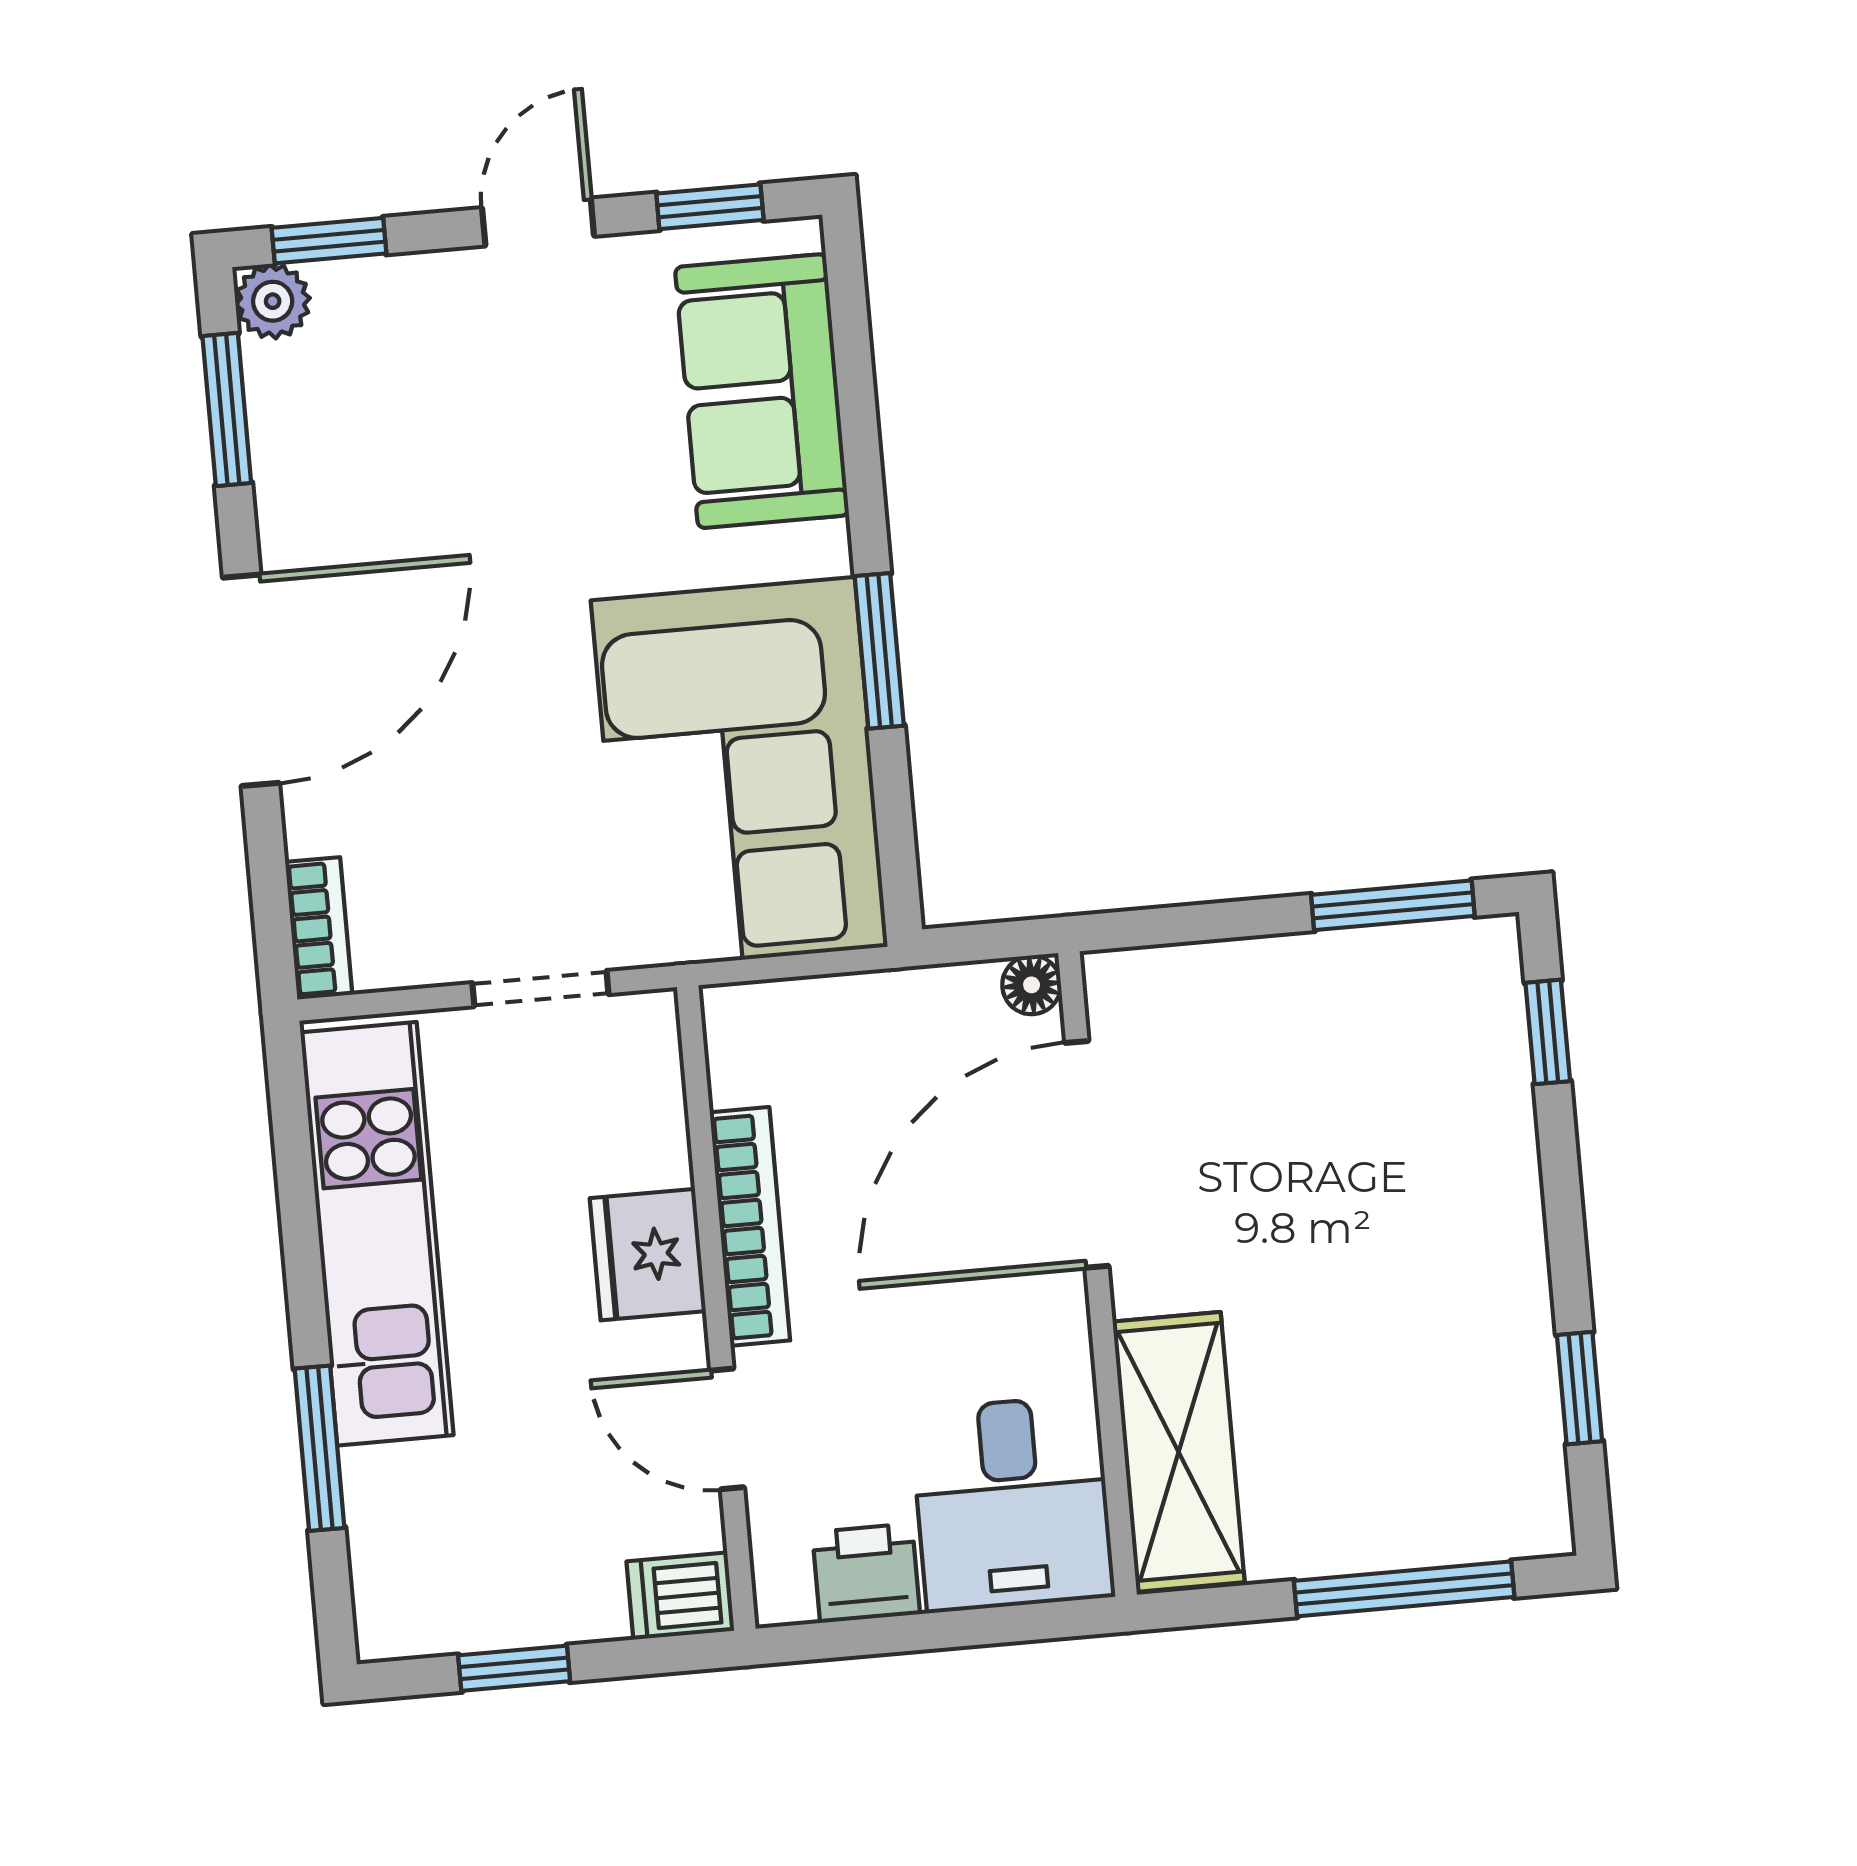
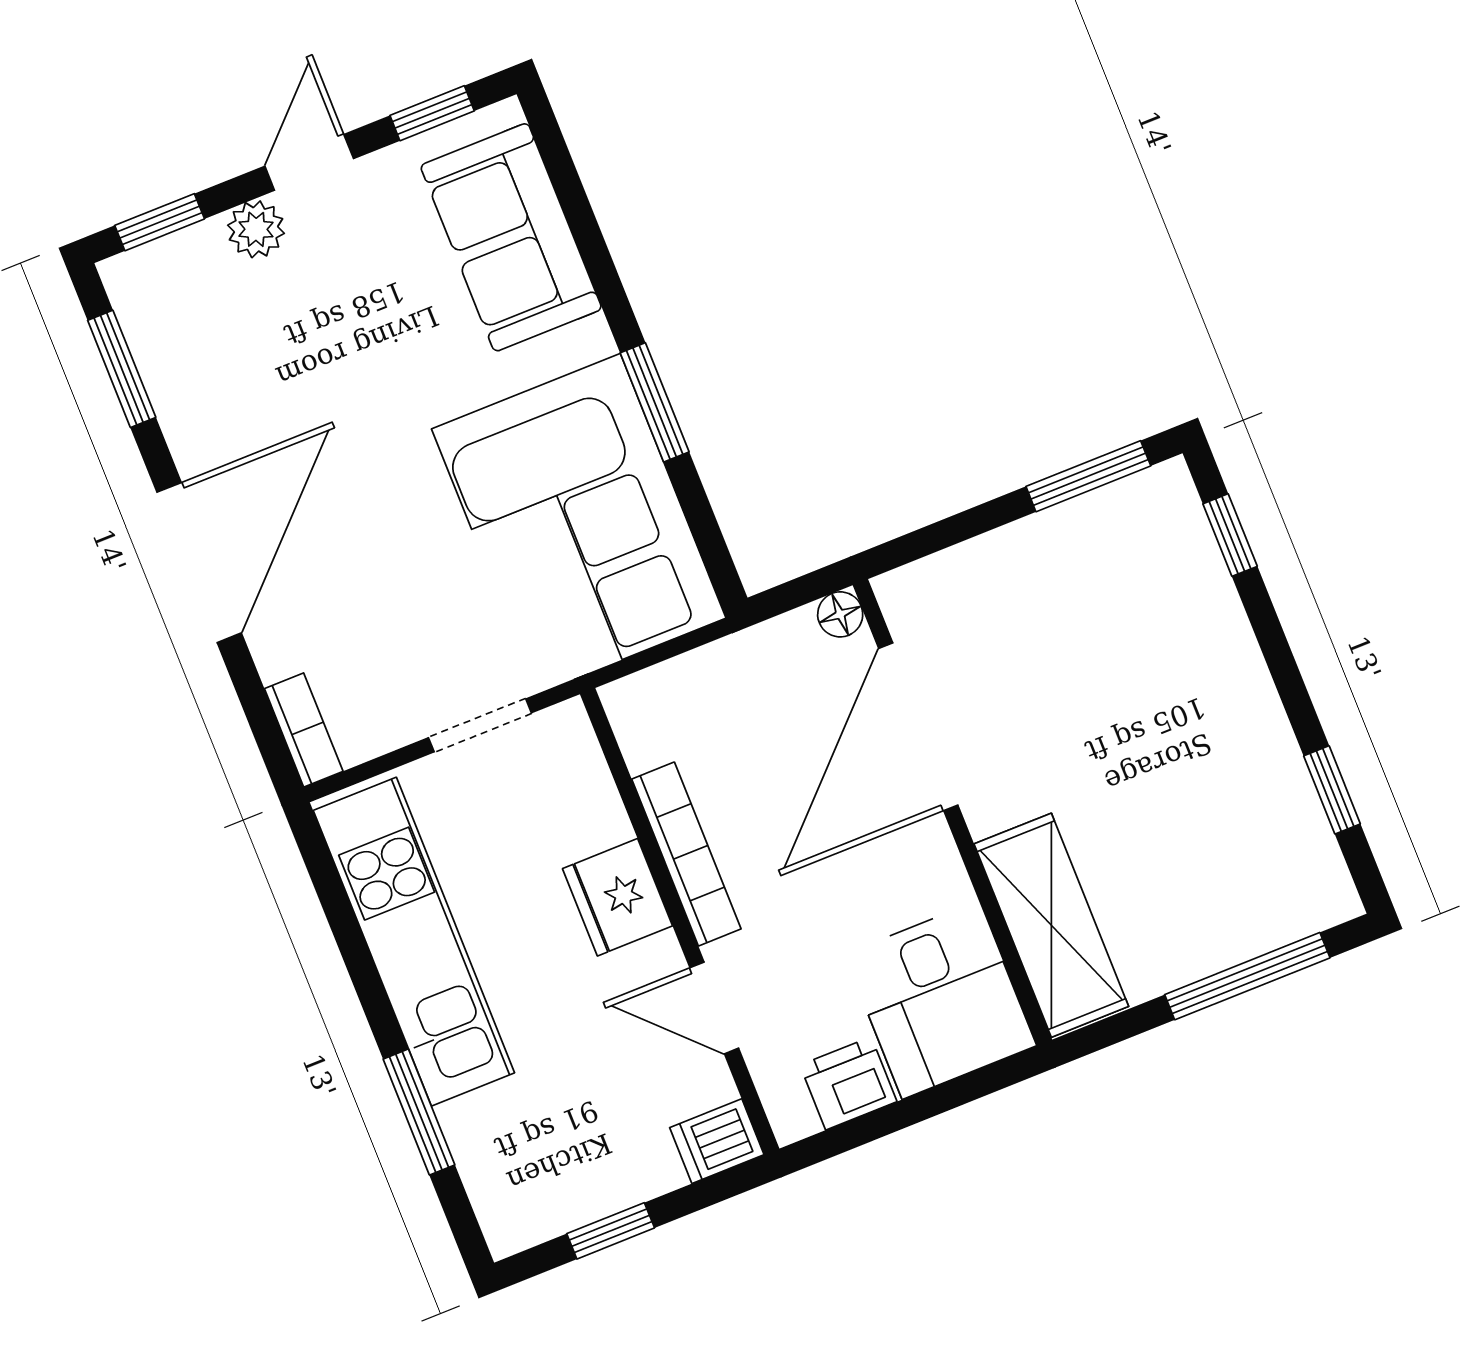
plant: (273, 301) -> (256, 229), moved

